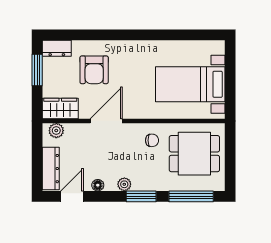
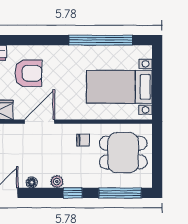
window: (171, 35) -> (101, 40), added
armchair: (94, 70) -> (28, 73), turned -90
window: (141, 196) -> (73, 193), width x0.67

